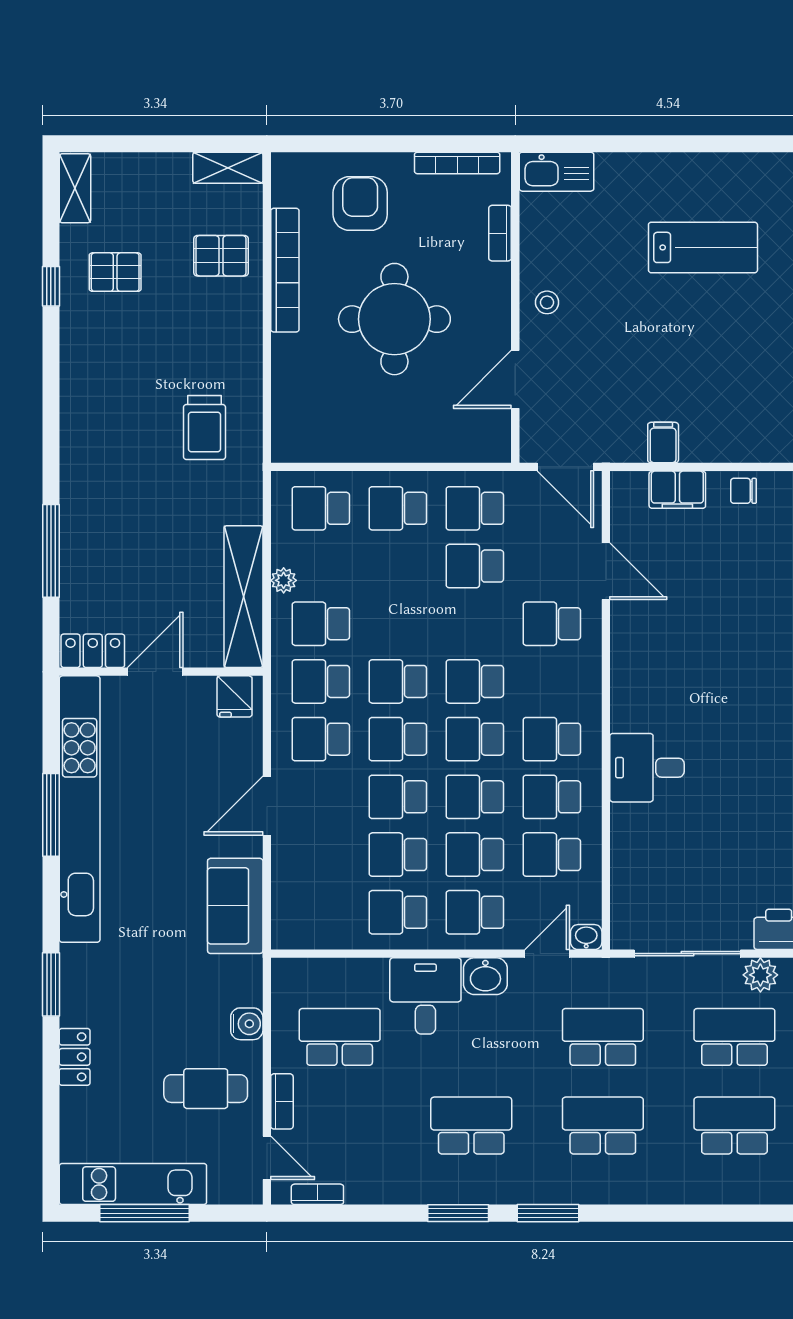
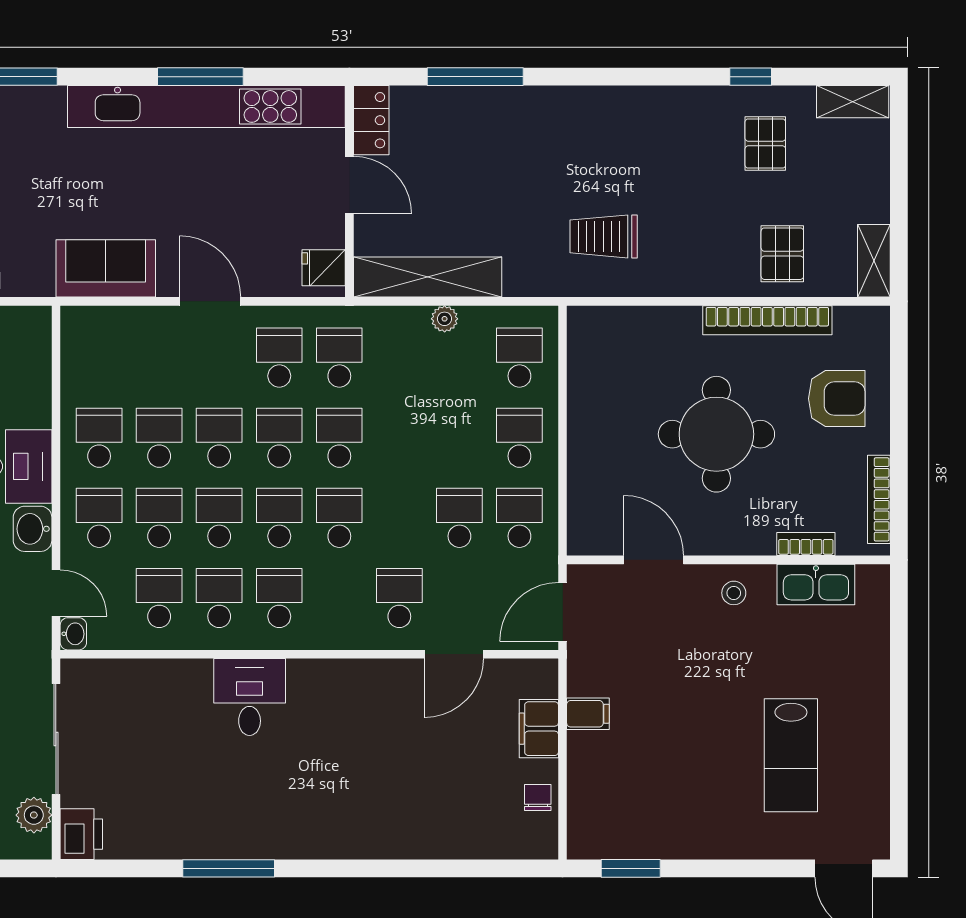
kitchen sink: (556, 172) -> (816, 584), moved, turned -90
school desk: (321, 624) -> (399, 358), removed

